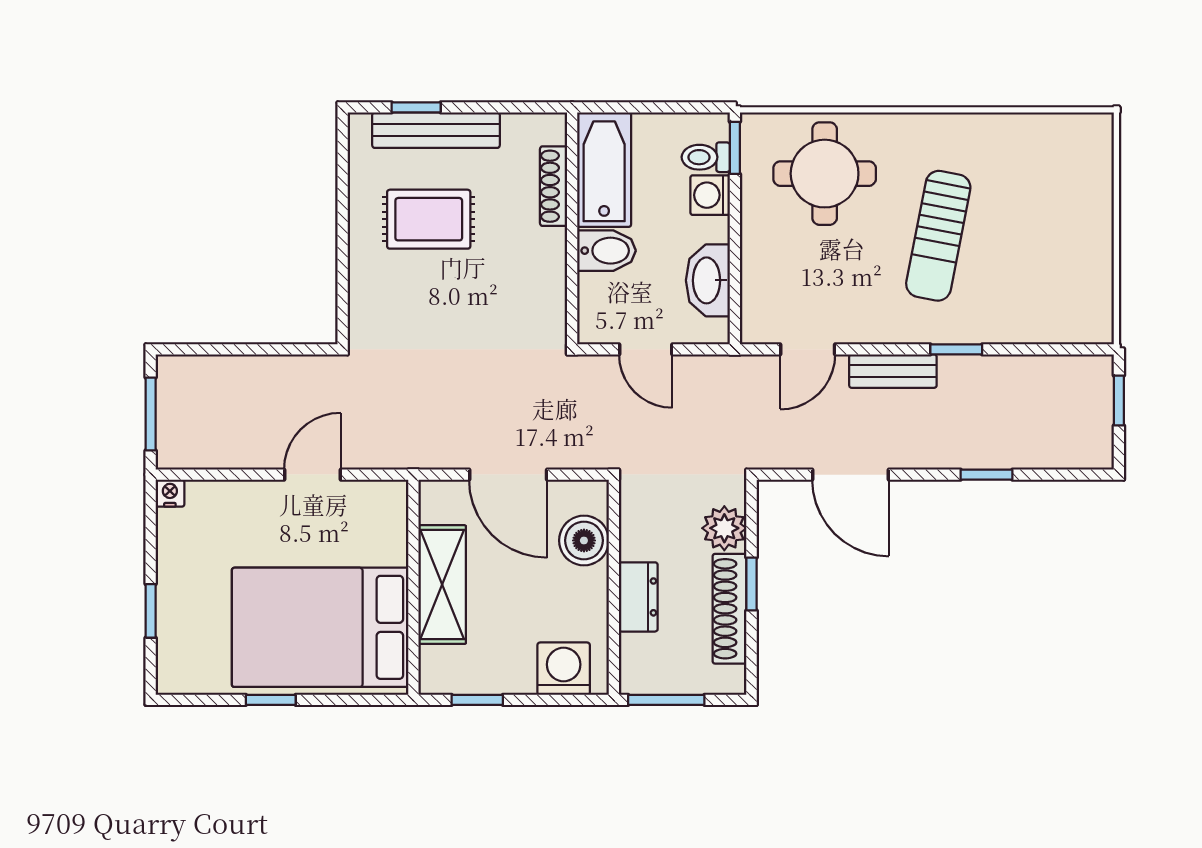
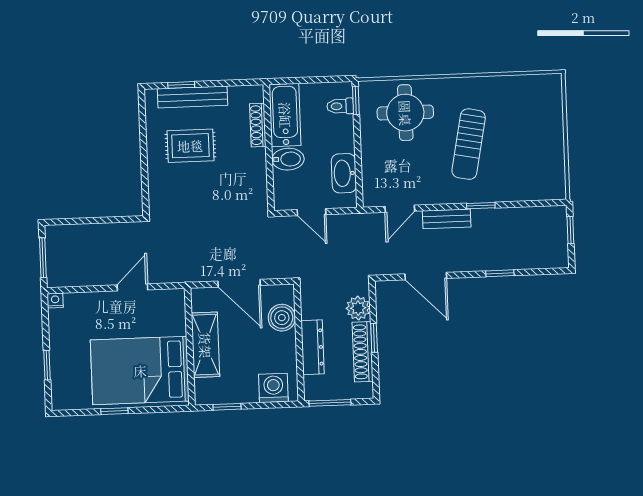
washing machine: (710, 195) -> (343, 127), removed
dresser: (638, 597) -> (313, 347), width x1.44

